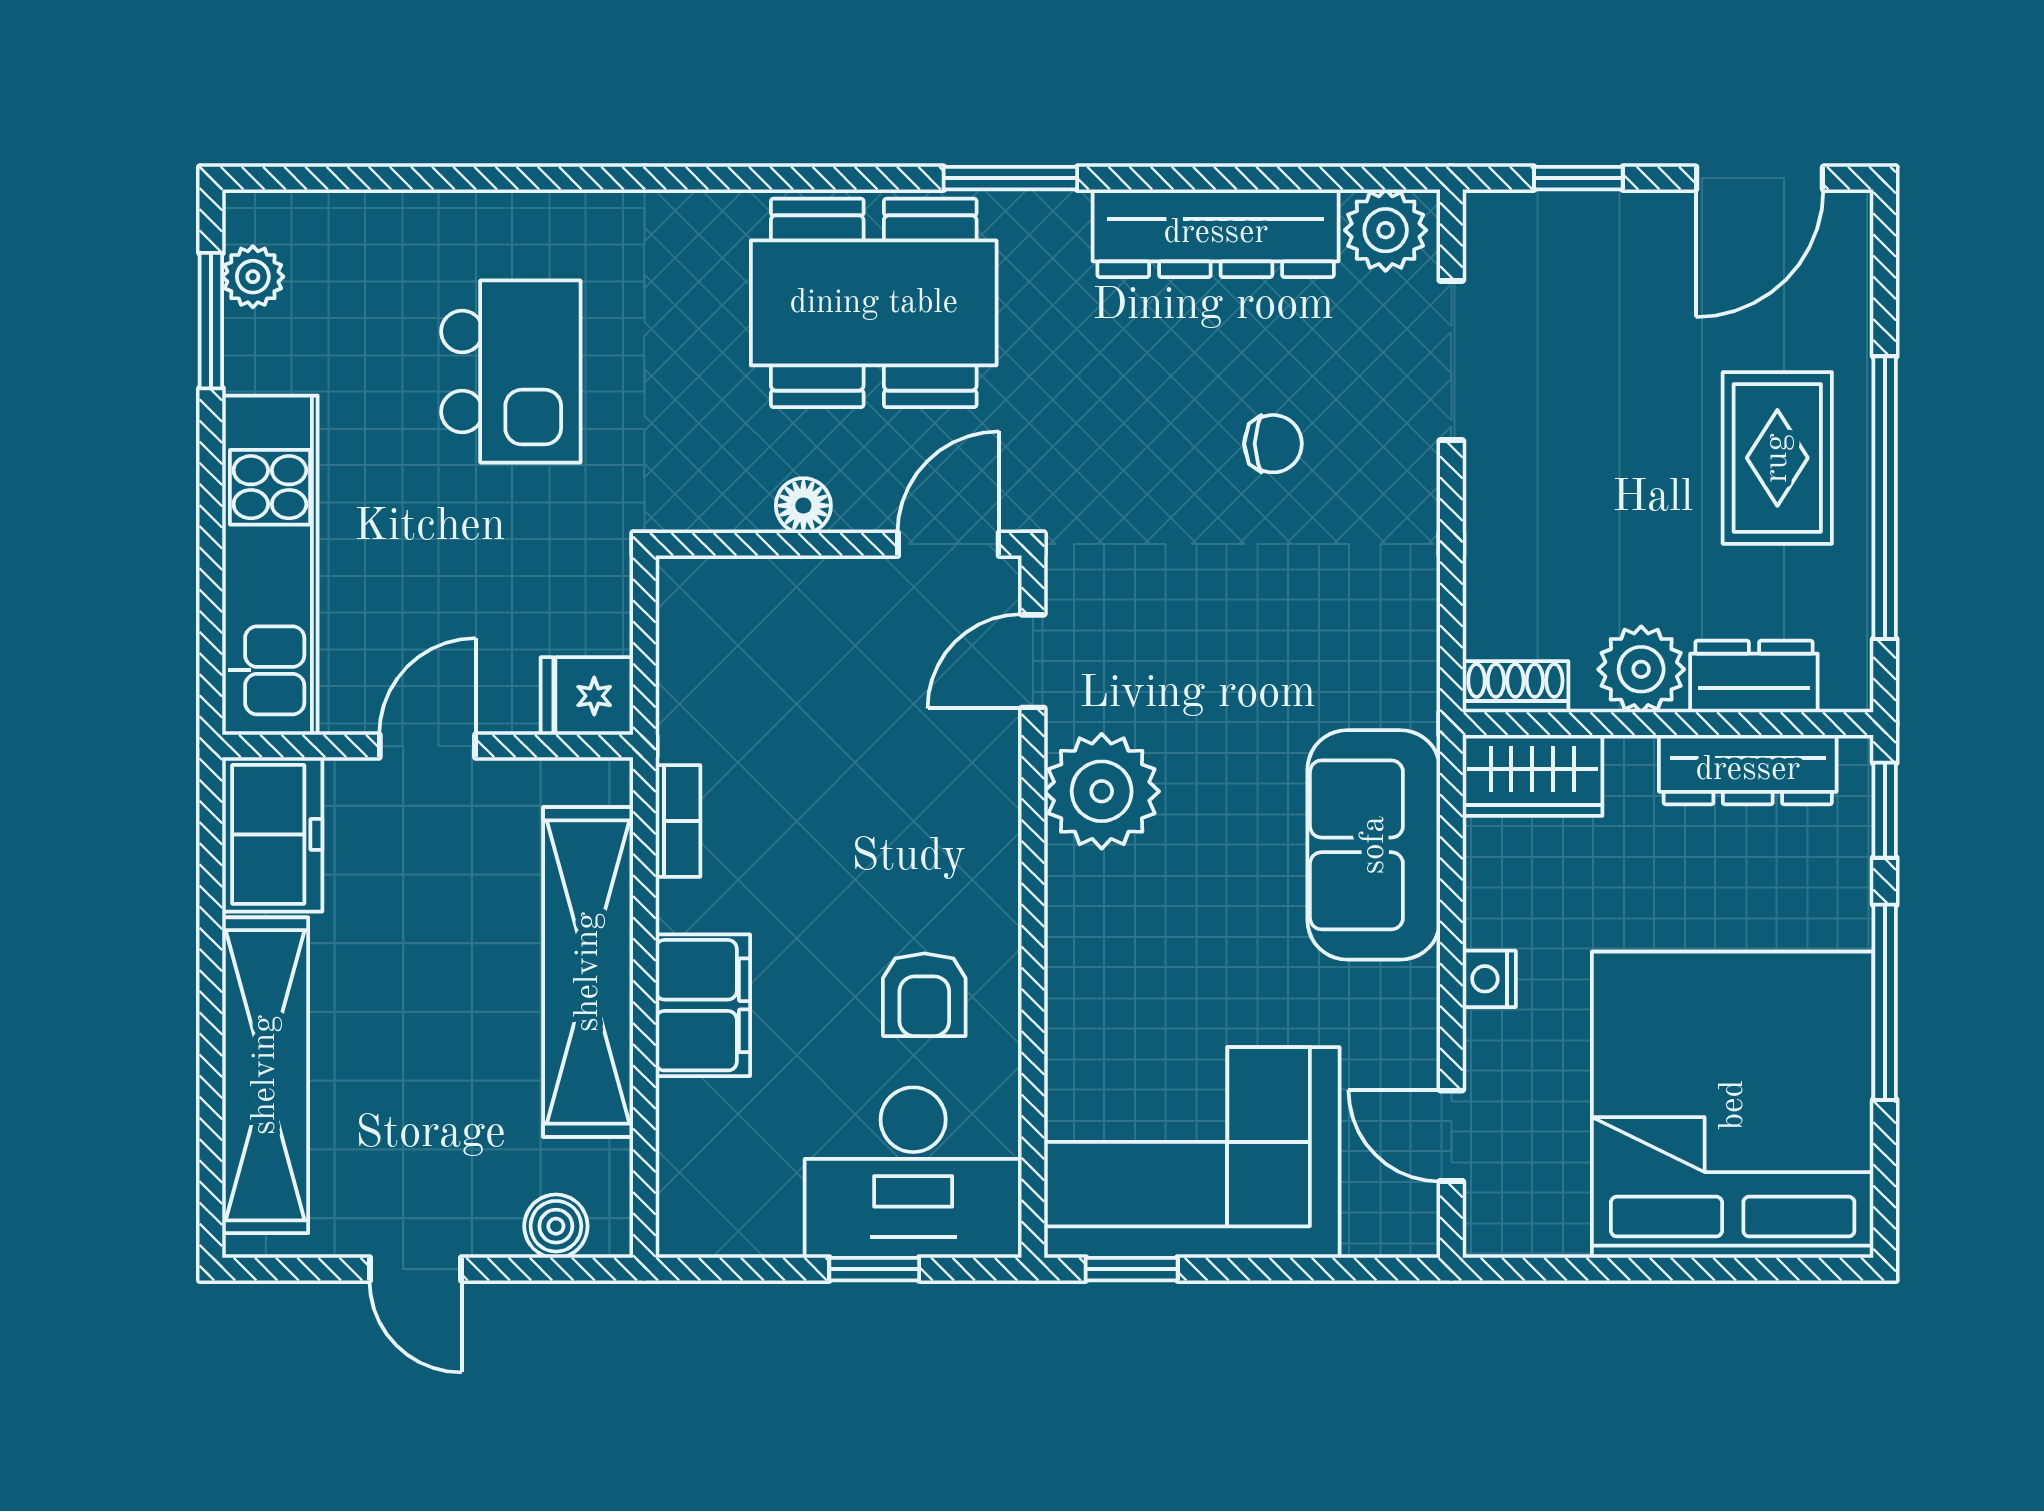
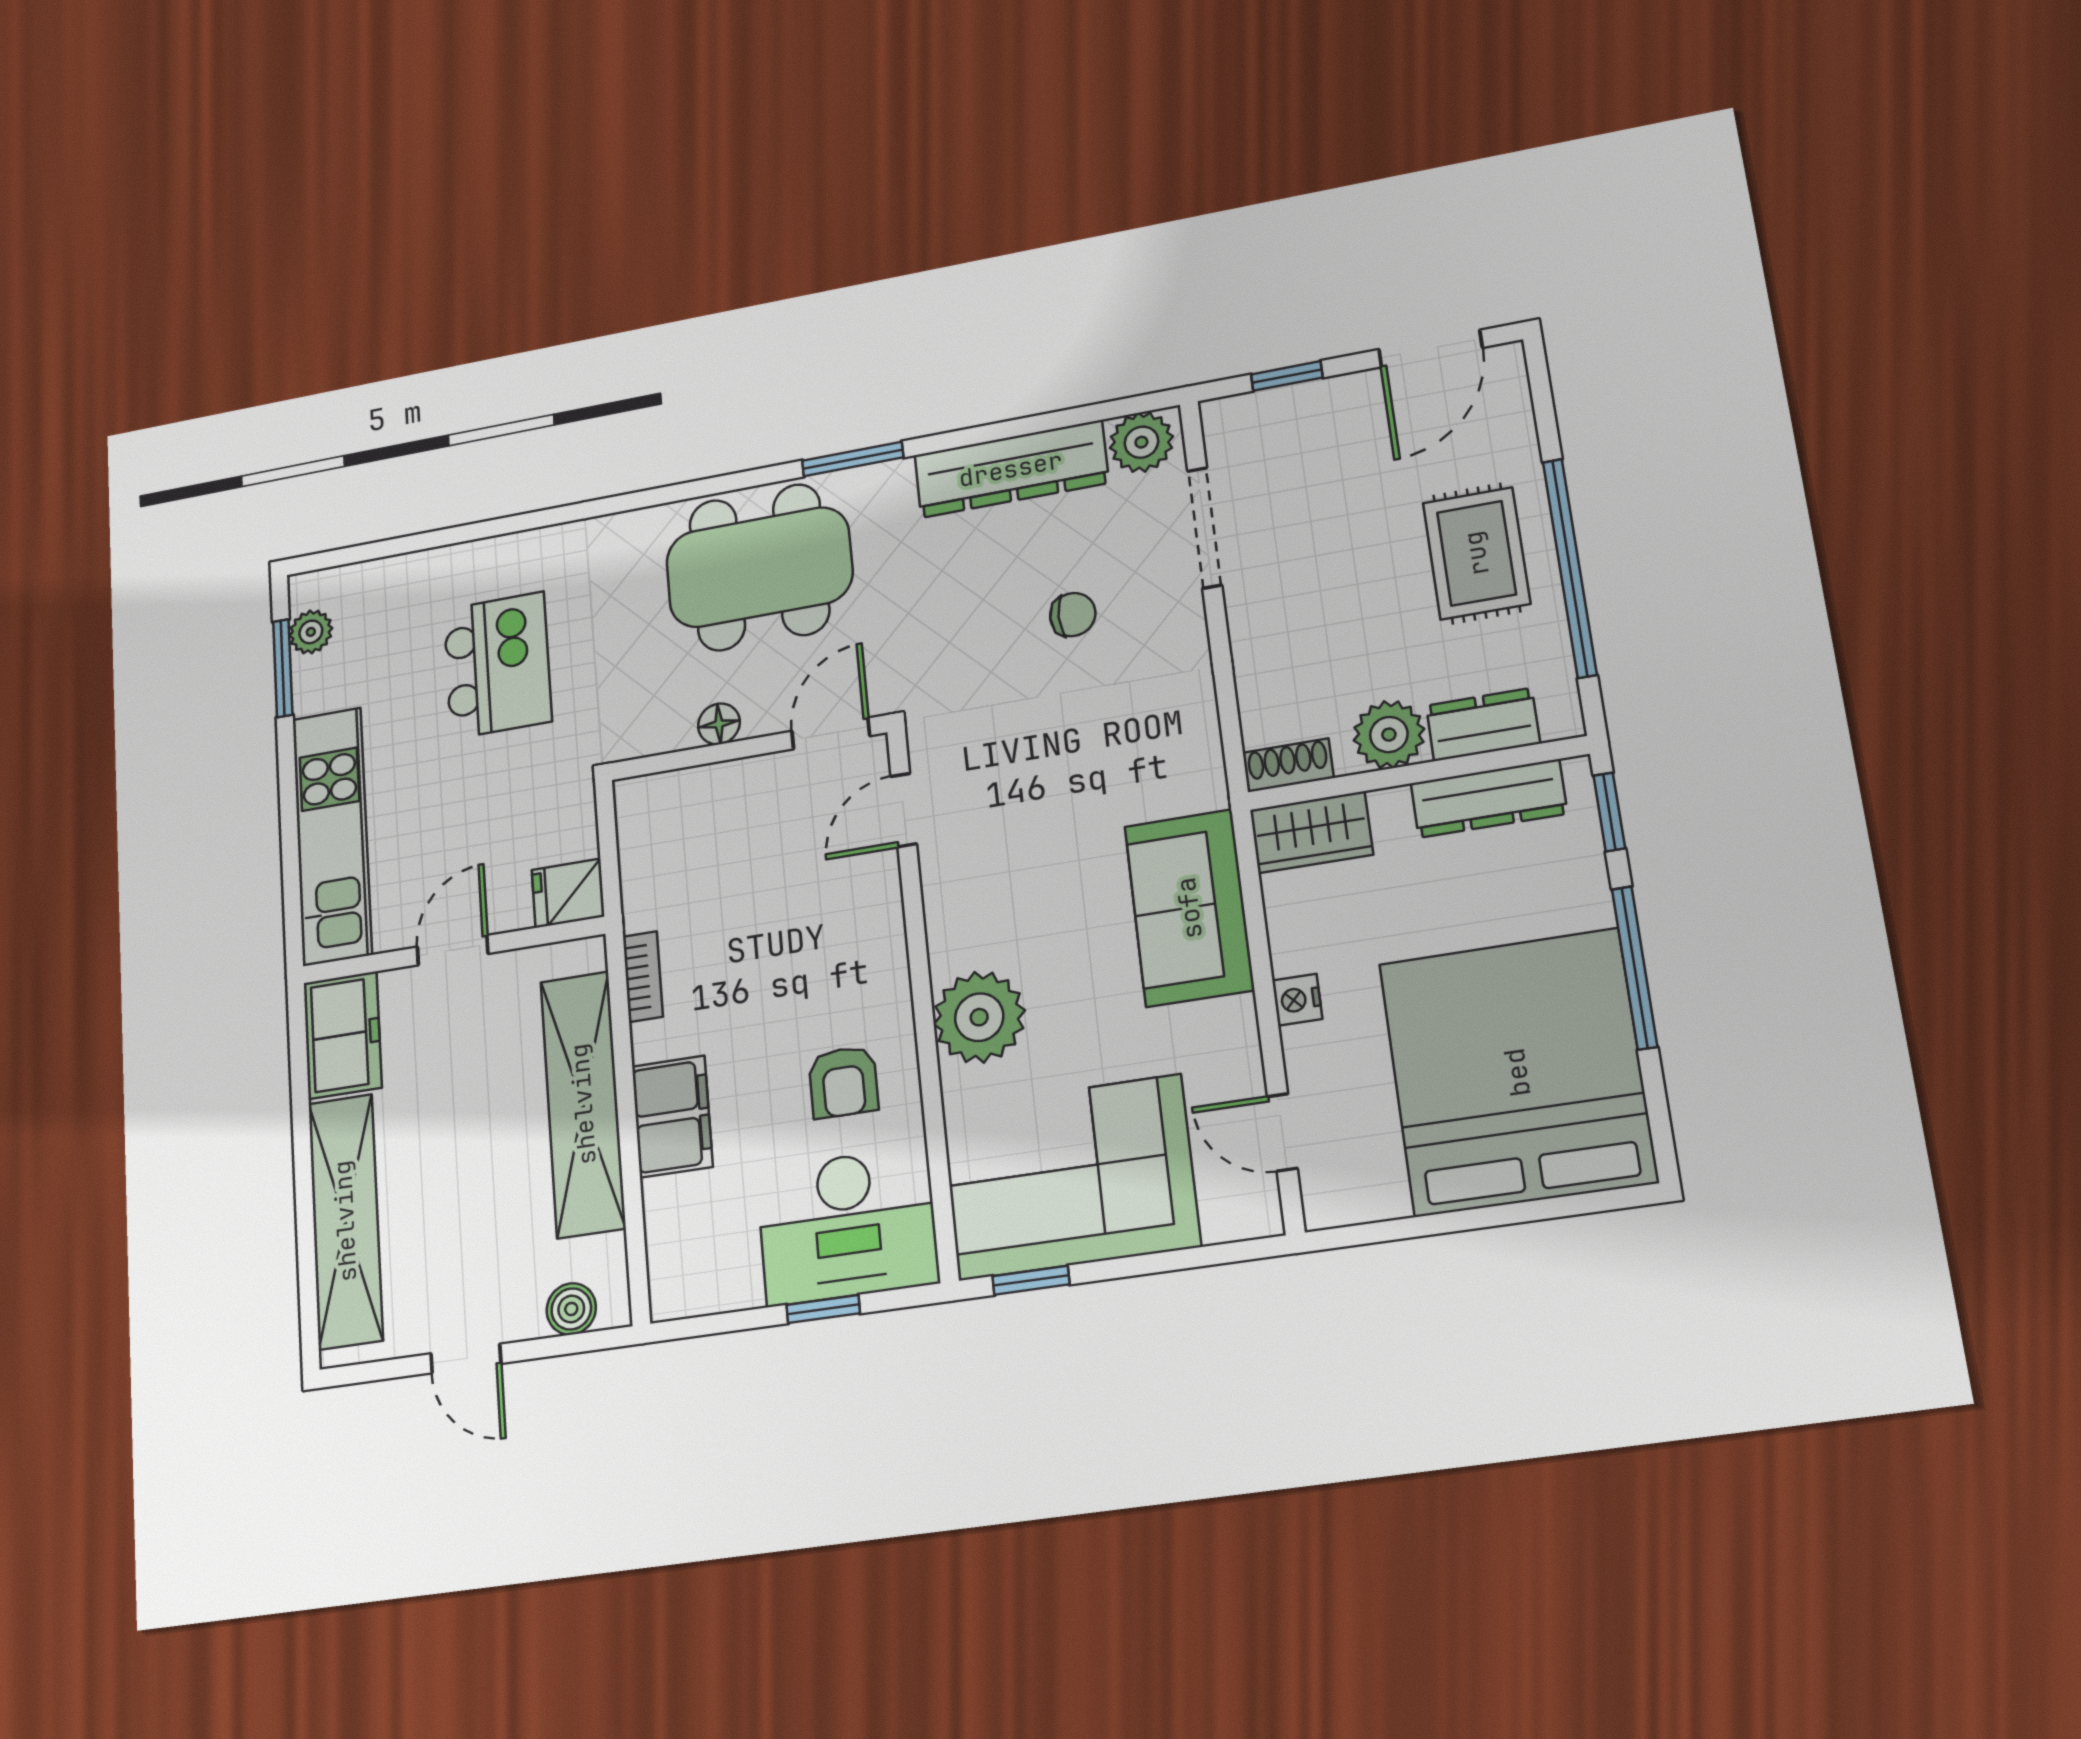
plant: (1102, 791) -> (979, 1017), moved

